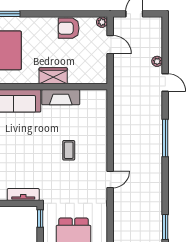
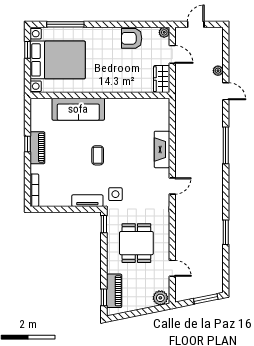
wardrobe: (53, 76) -> (162, 79), moved, turned -90
fireplace: (61, 97) -> (162, 149), moved, turned 90
coffee table: (69, 150) -> (98, 155), moved
side table: (52, 188) -> (115, 194), added

